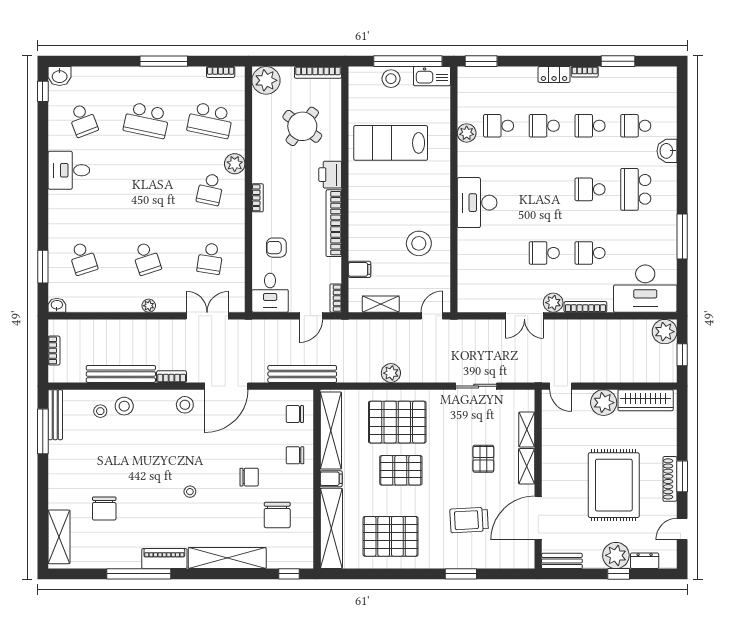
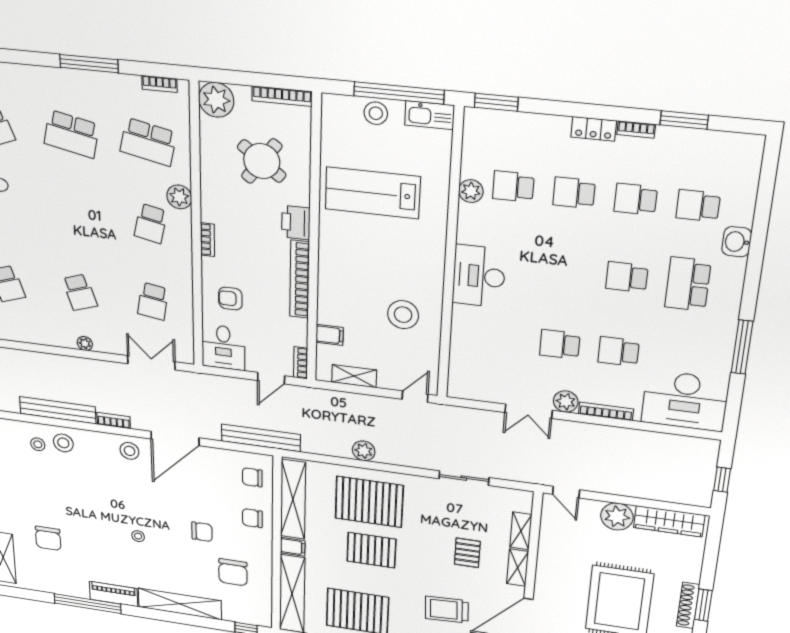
plant: (665, 332) -> (703, 452), removed

